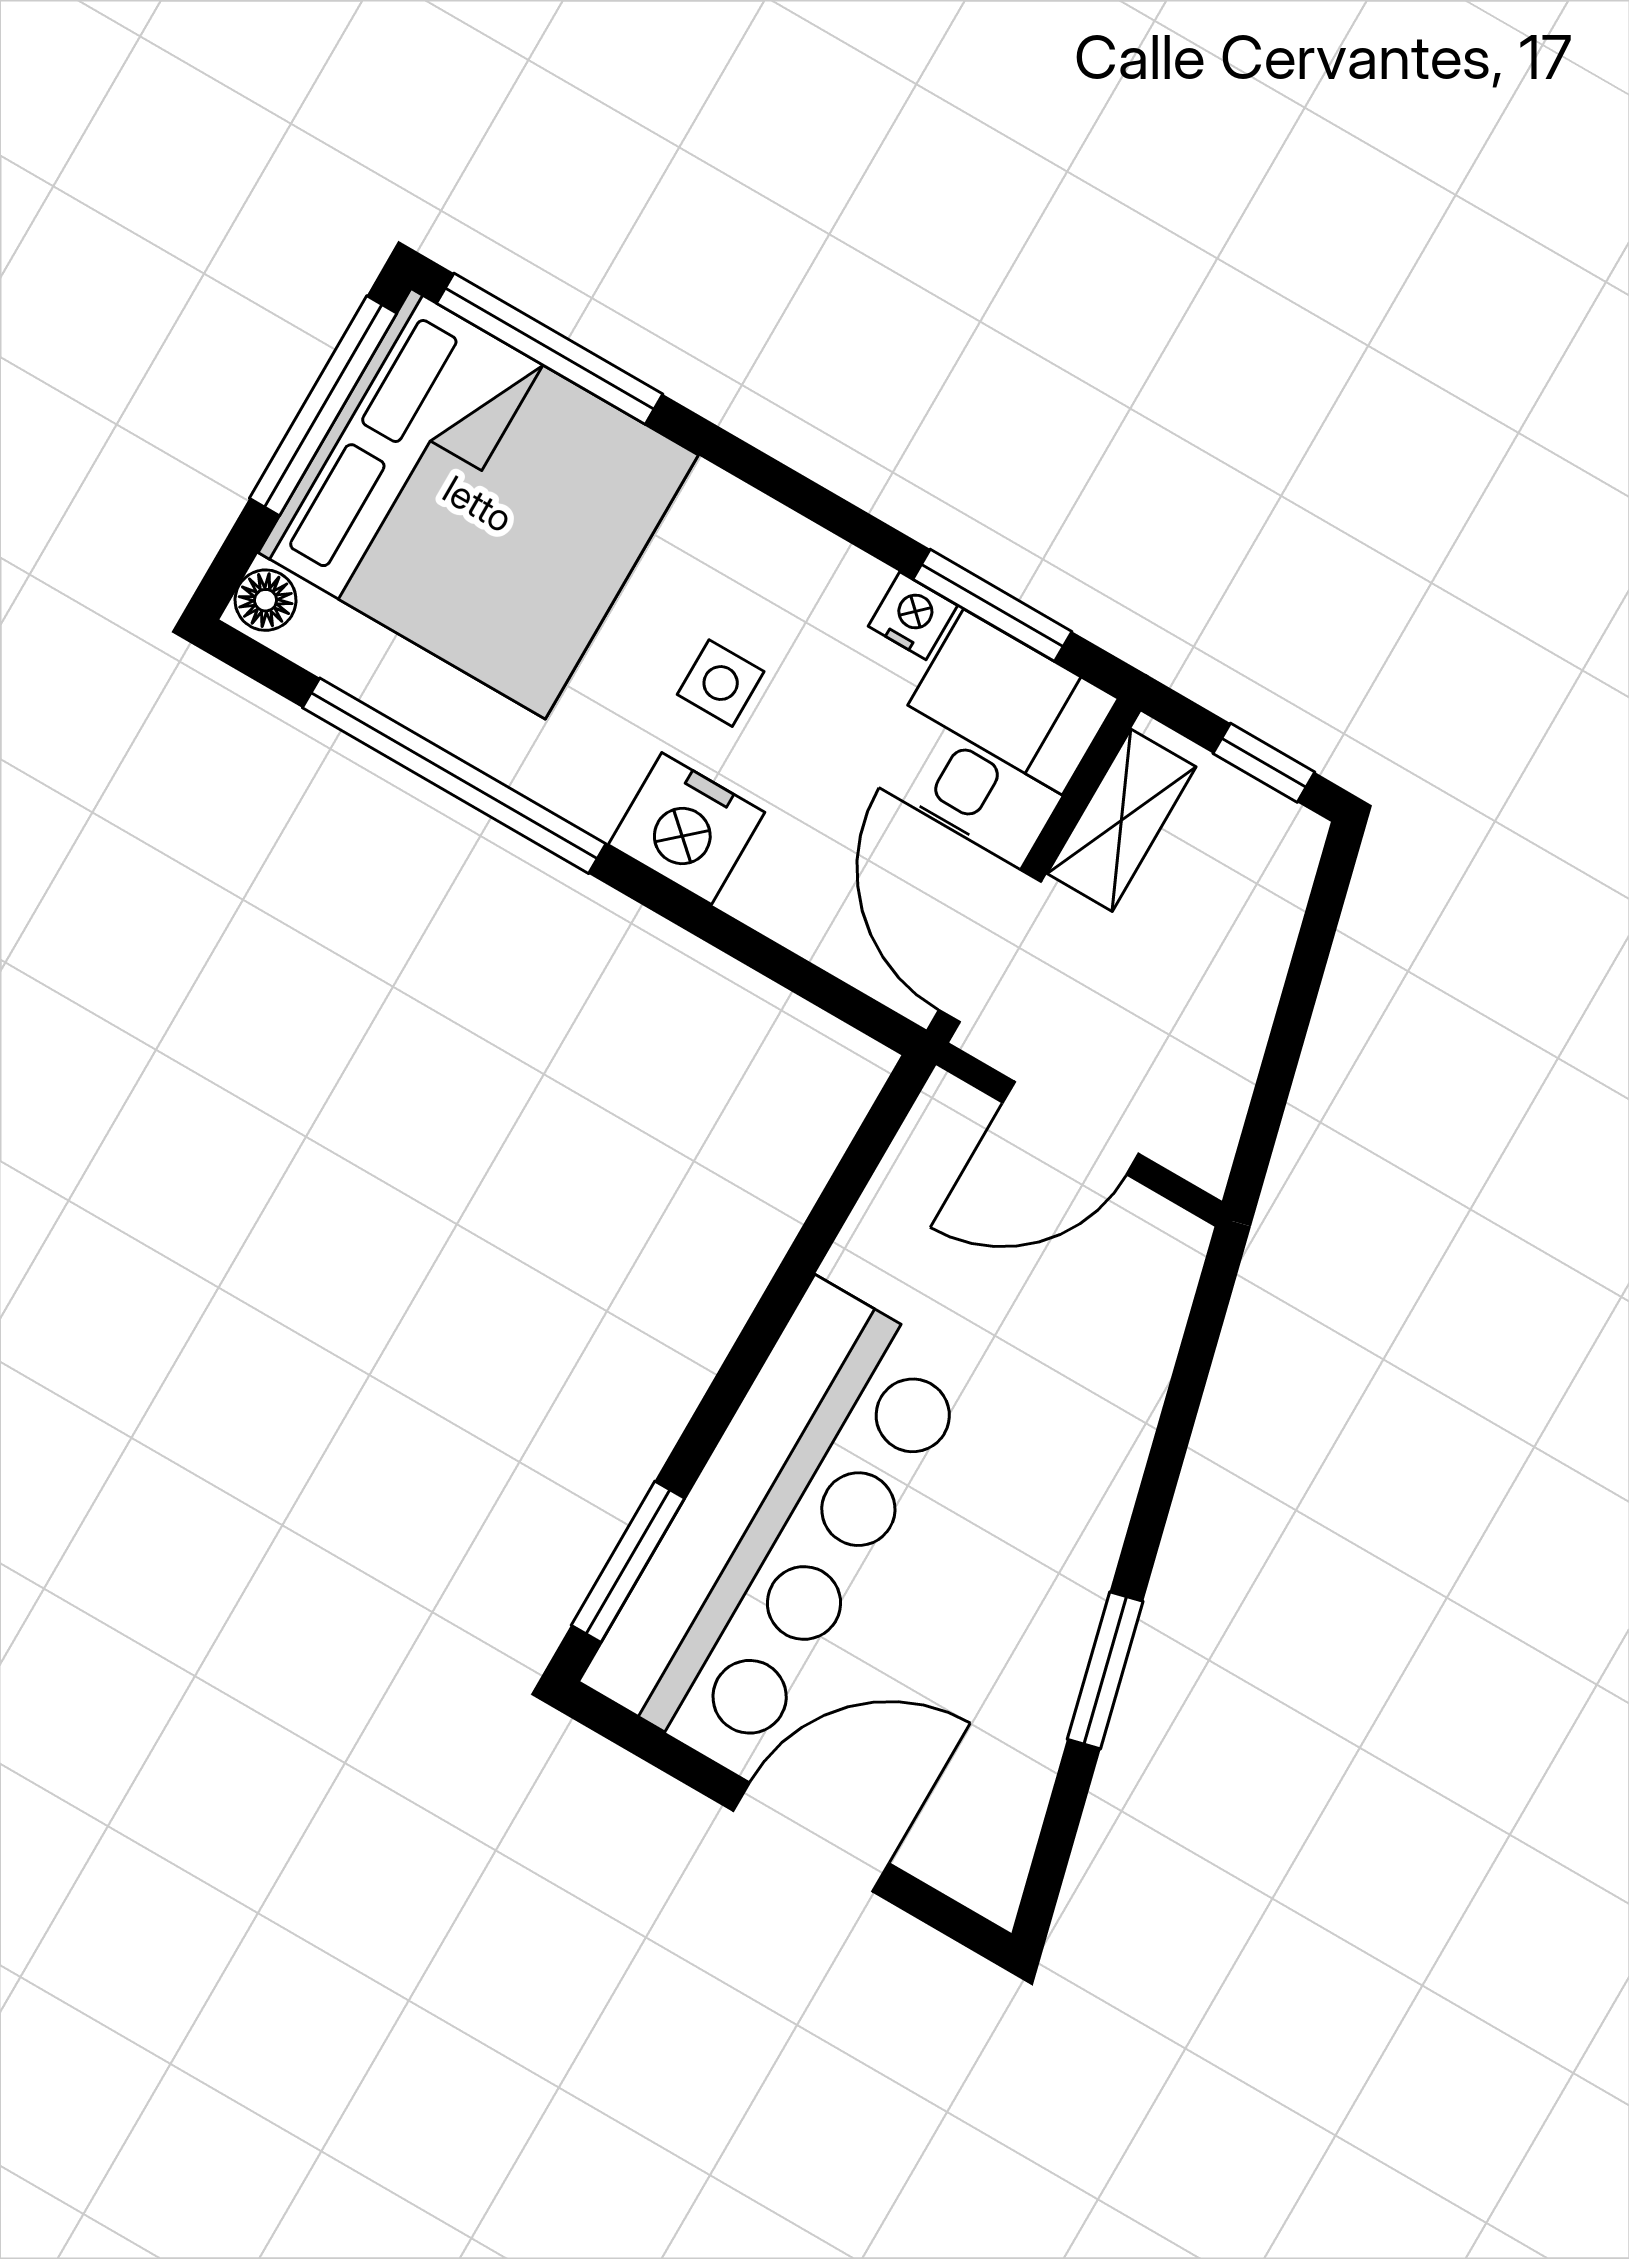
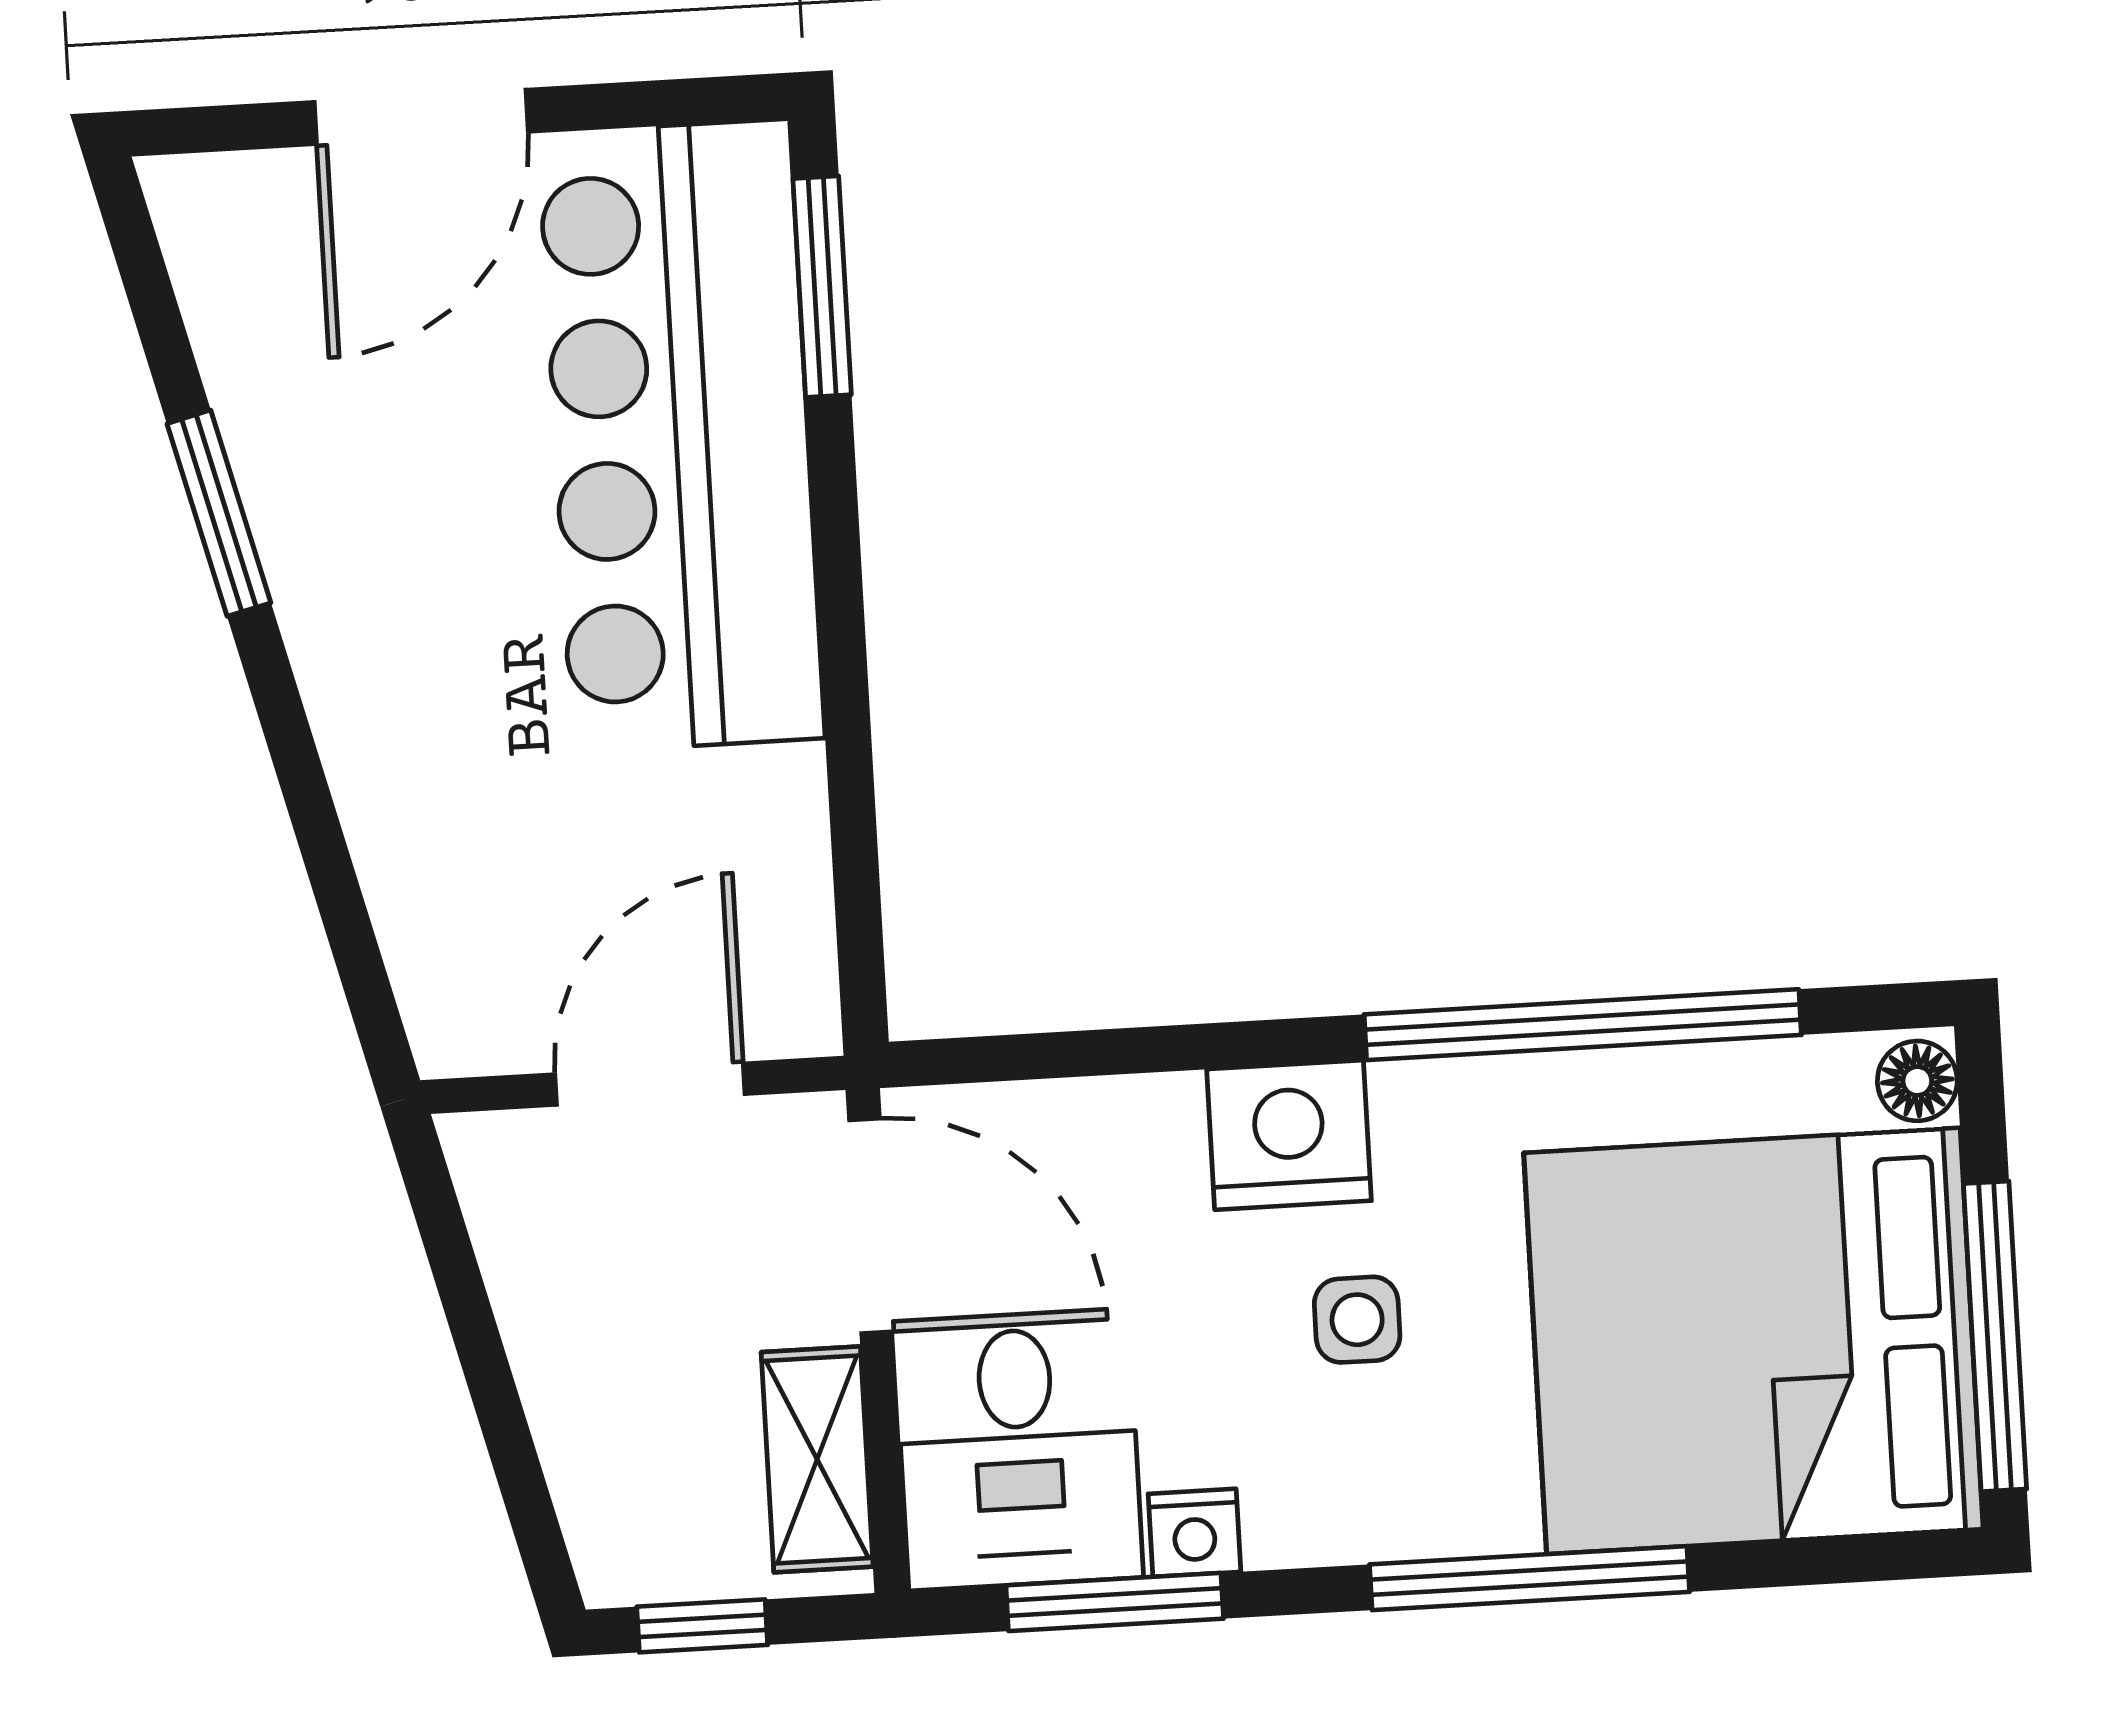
window: (550, 349) -> (1530, 1578), moved

